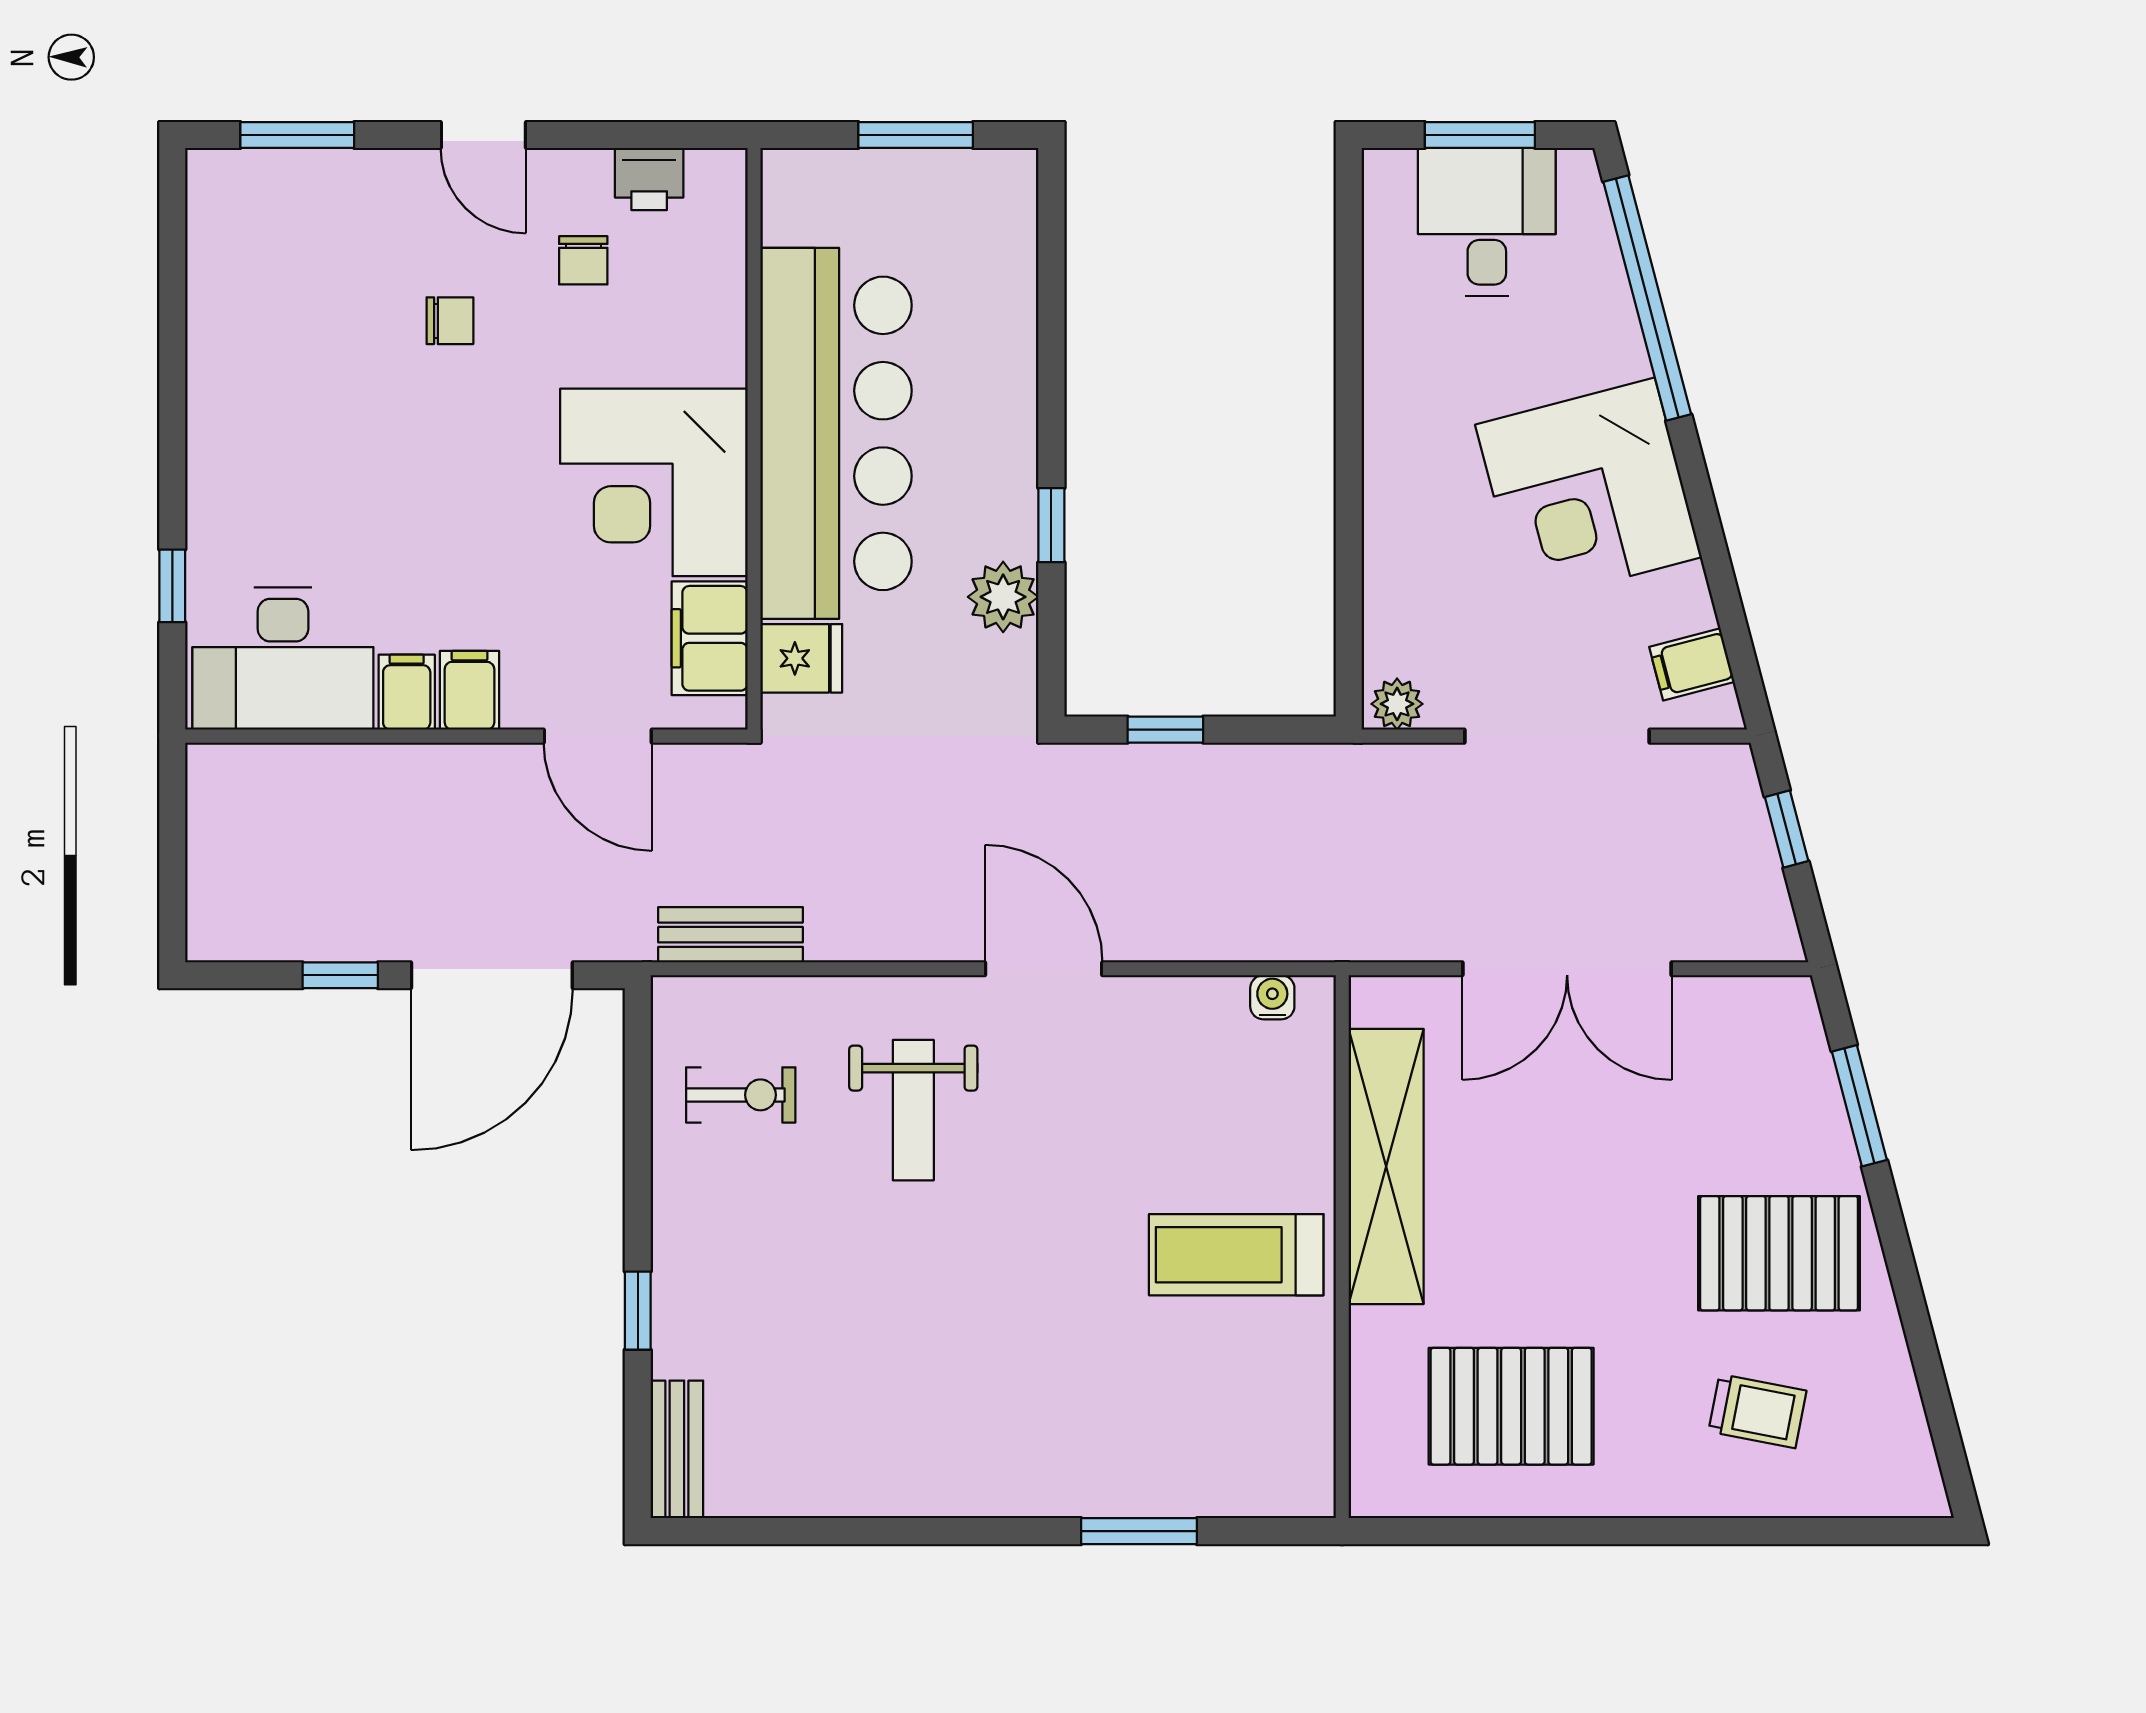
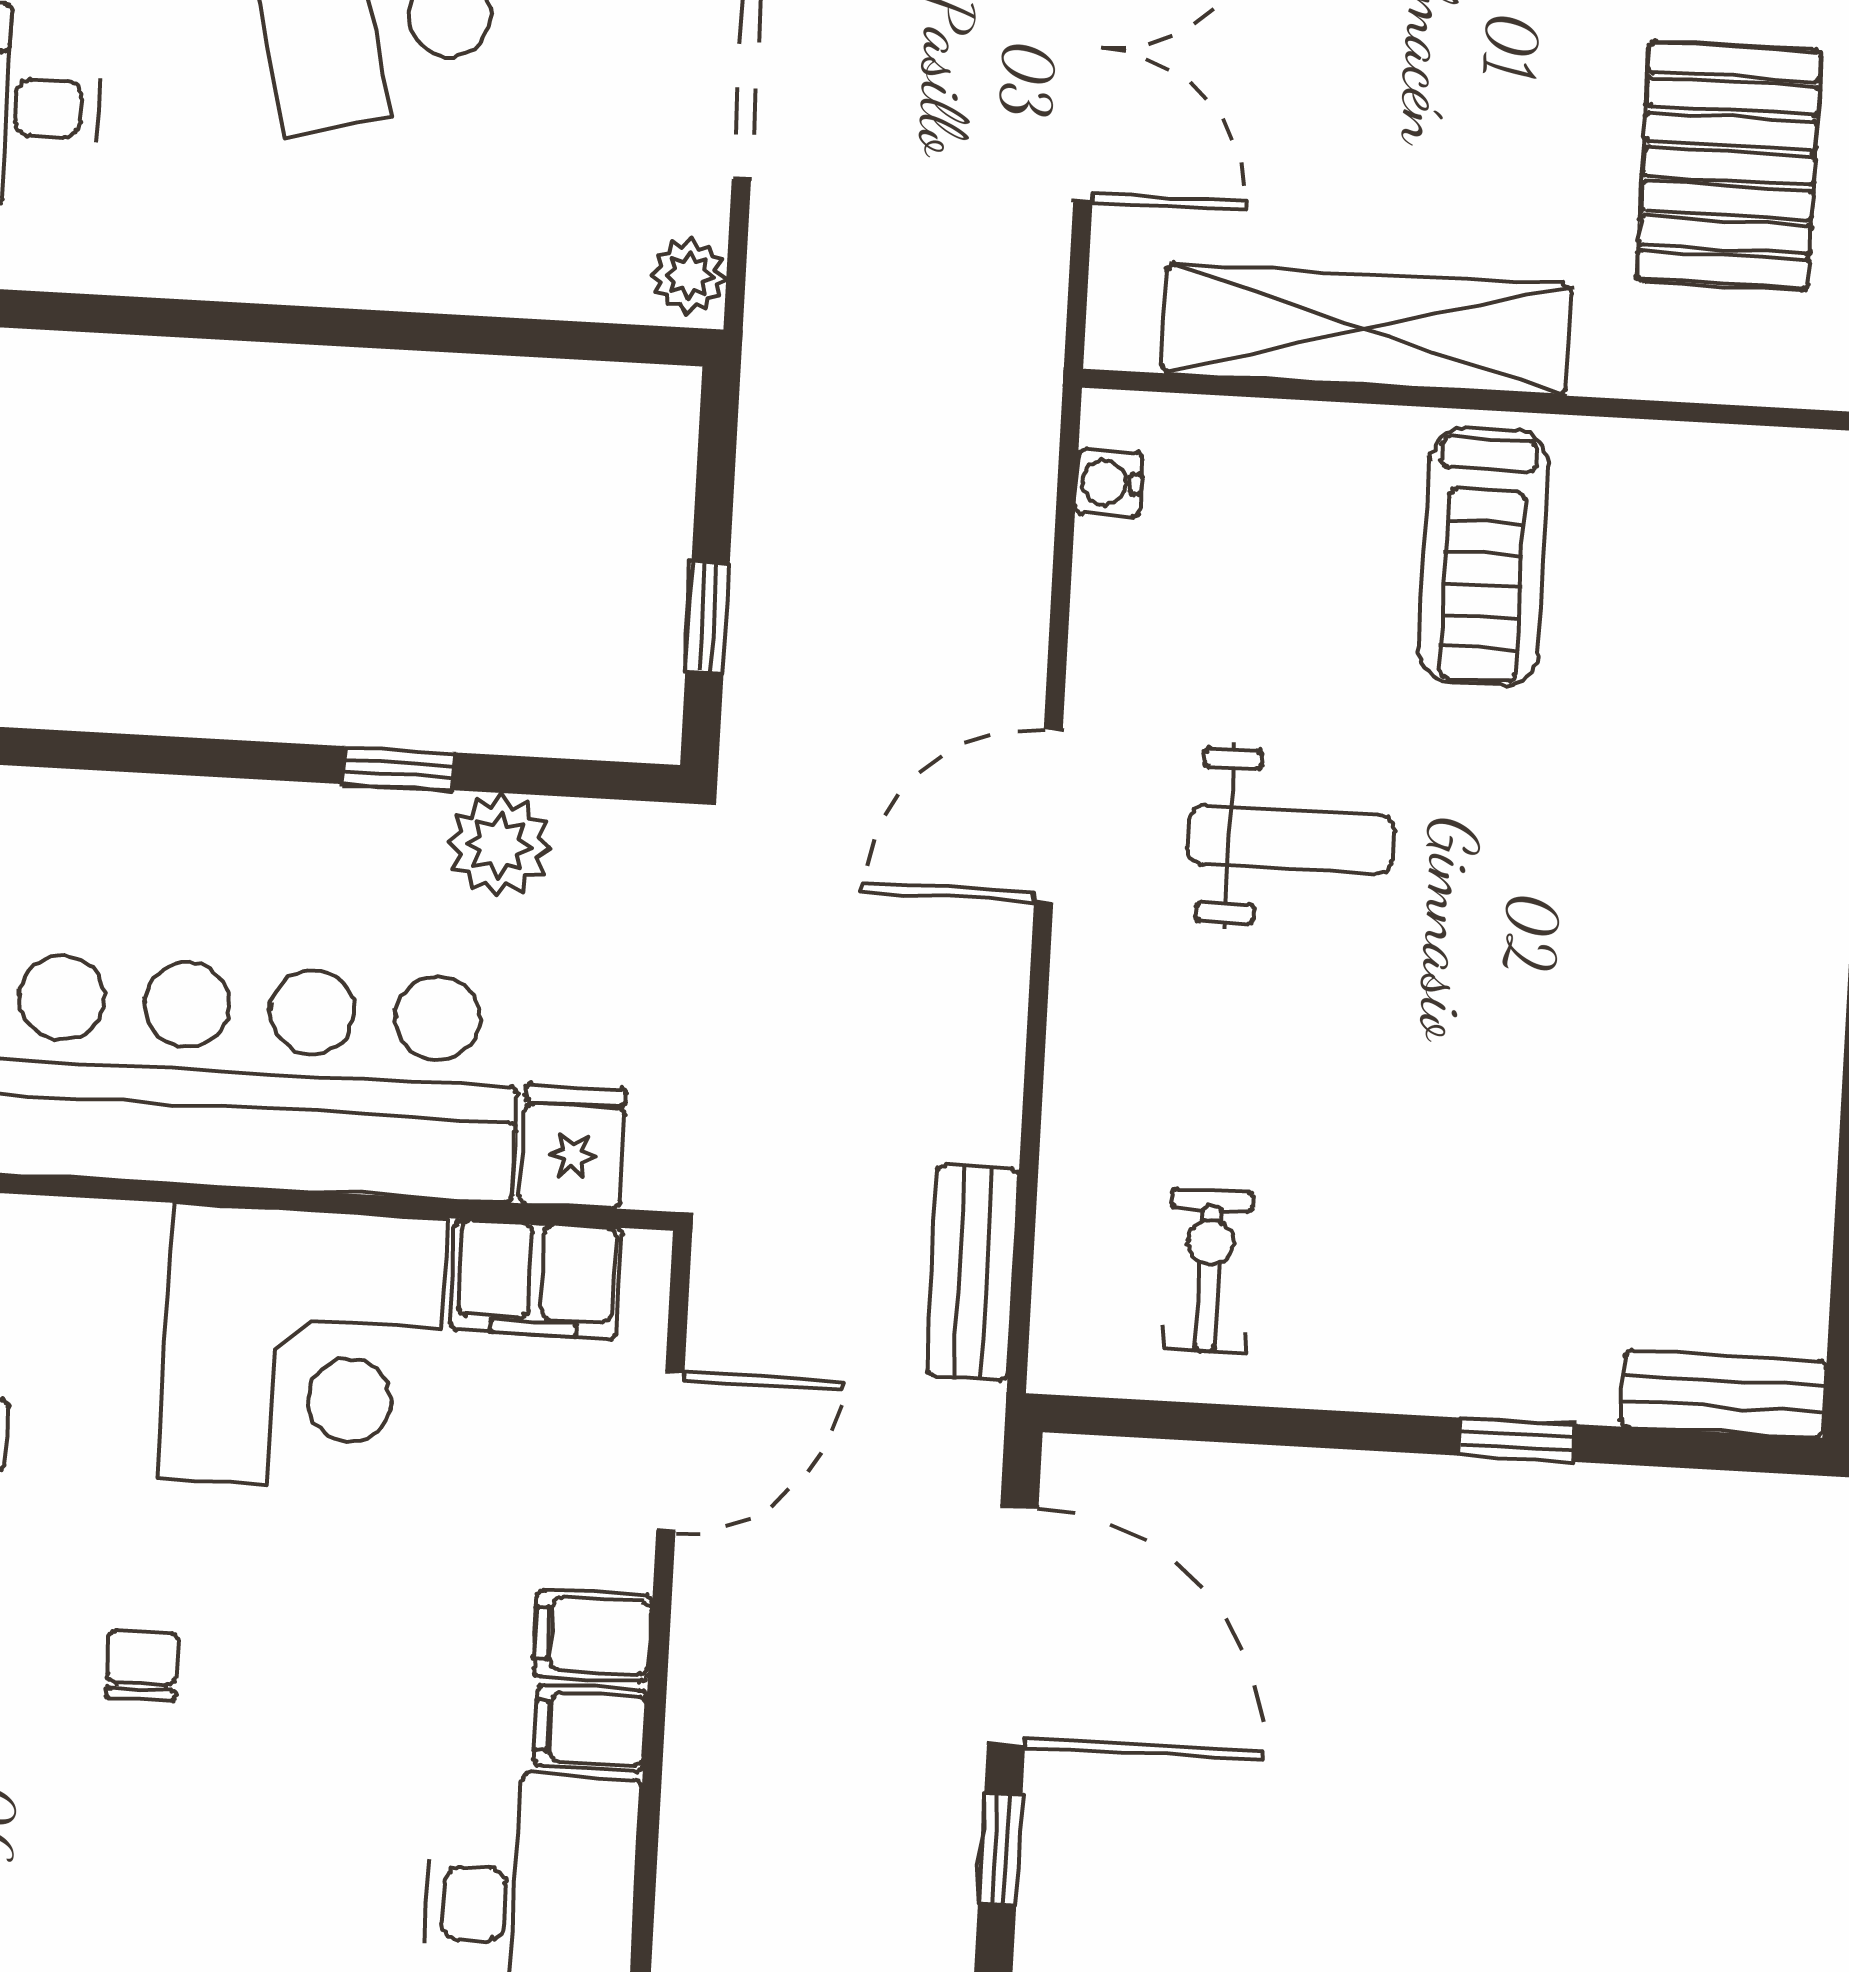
chair: (450, 321) -> (142, 1665), moved
weight bench: (913, 1110) -> (1291, 839), moved

